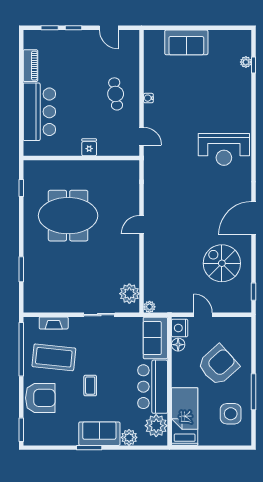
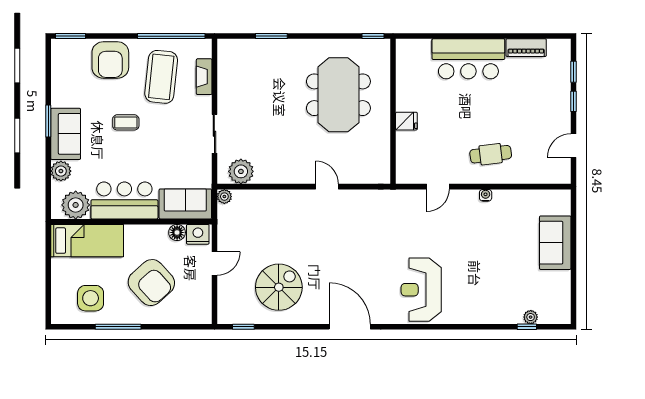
fridge: (89, 147) -> (406, 121), moved
wall: (81, 158) -> (393, 111), moved
door: (253, 218) -> (350, 327), moved

